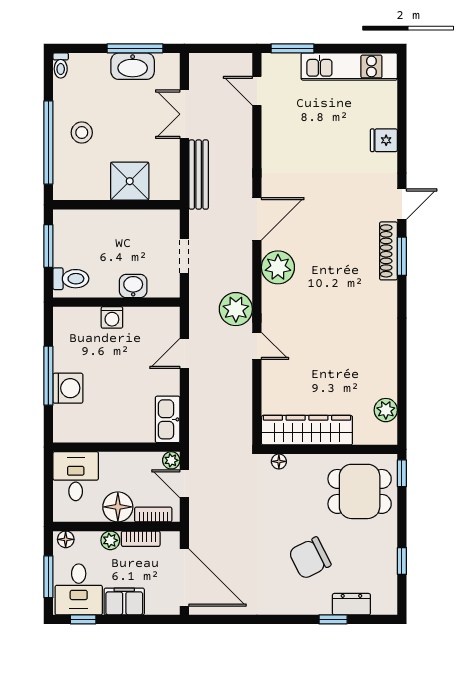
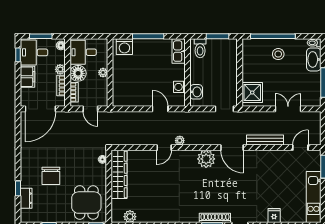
washbasin: (133, 66) -> (314, 59), moved
bench: (199, 175) -> (265, 140), moved
shower: (130, 181) -> (252, 92), moved
doorway: (184, 256) -> (224, 109), moved
washbasin: (133, 286) -> (196, 92), moved
plant: (236, 309) -> (180, 141), width x0.53, depth x0.53
washing machine: (112, 317) -> (179, 87), moved
washing machine: (68, 388) -> (124, 47), moved
kitchen sink: (168, 419) -> (179, 51), moved, turned -90
plant: (171, 460) -> (103, 73), moved
desk: (76, 476) -> (83, 52), moved, turned 180
door: (184, 484) -> (90, 109), swing flipped
chair: (310, 558) -> (51, 176), turned -153

